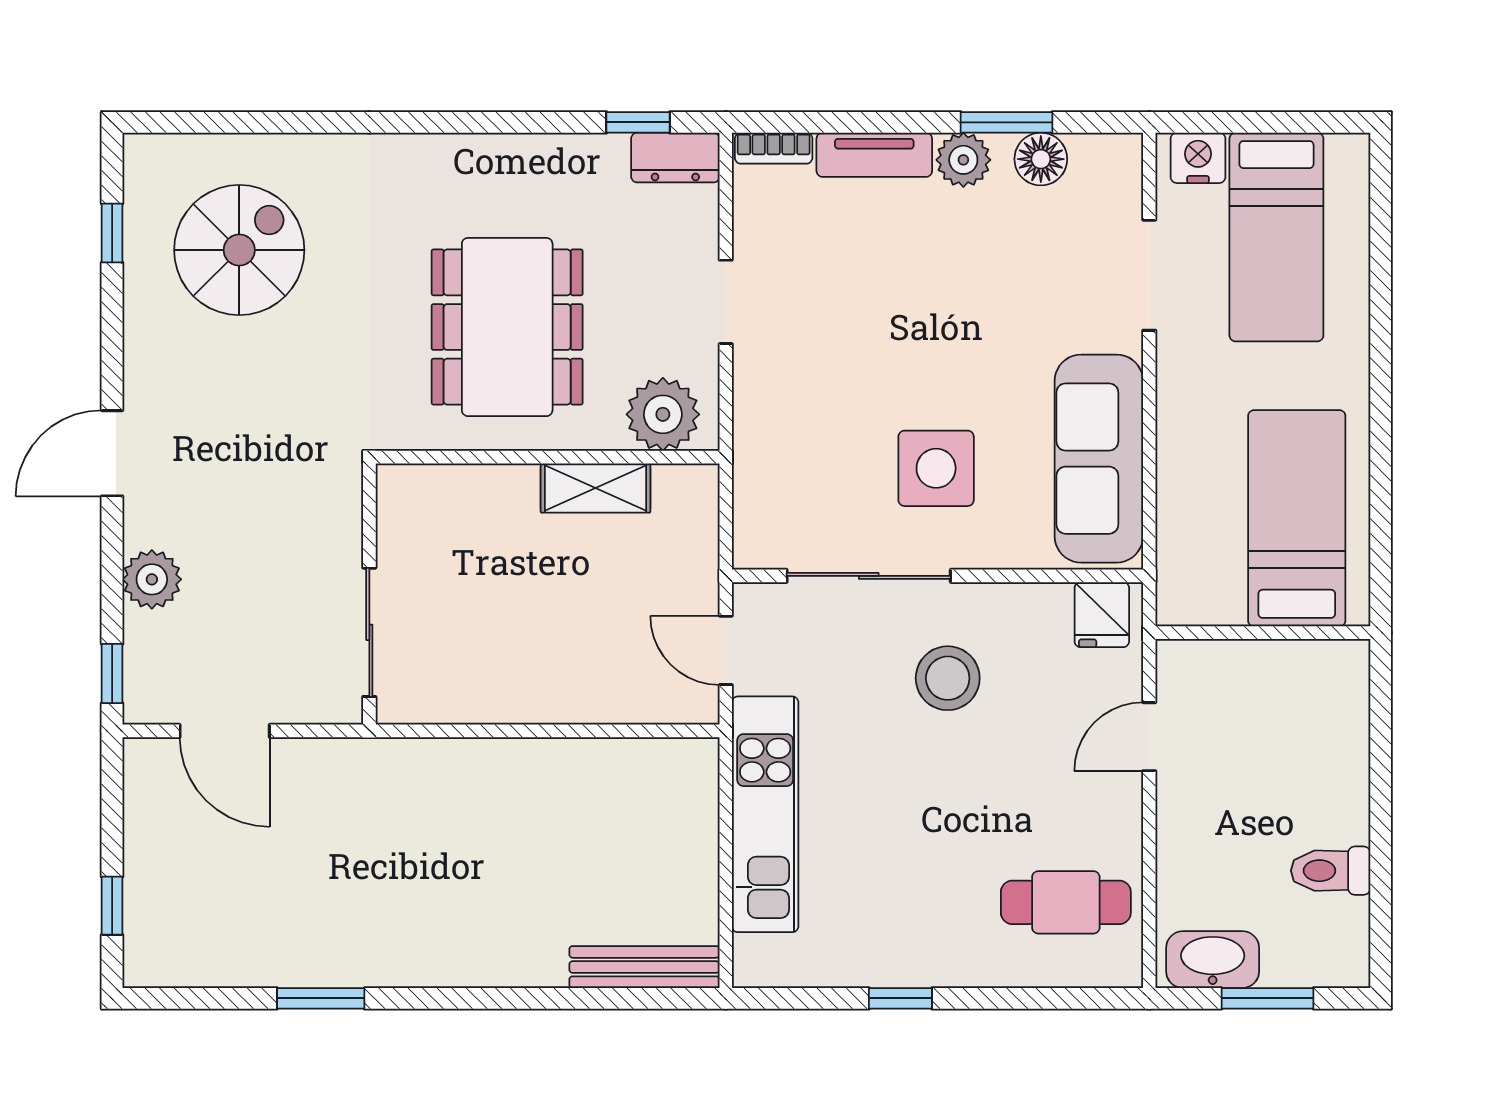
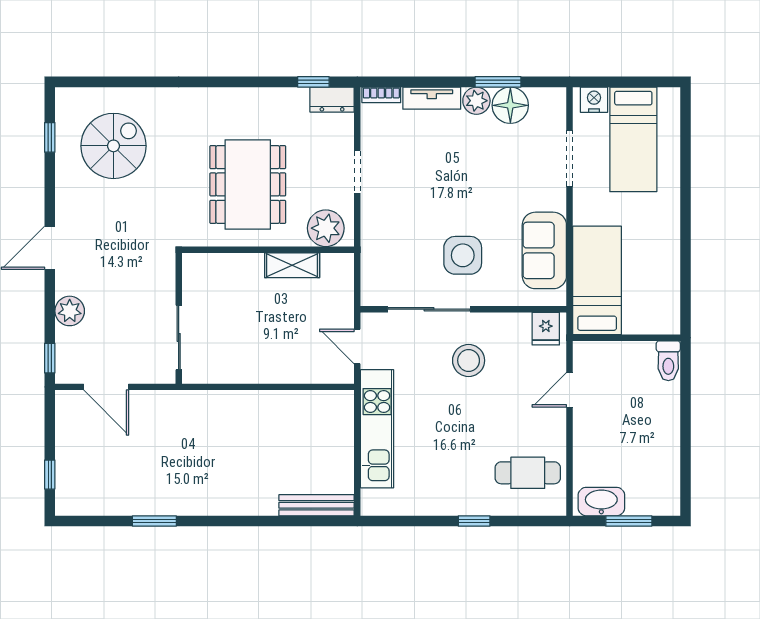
floor lamp: (1041, 159) -> (510, 105), width x1.38, depth x1.38
sofa: (1099, 459) -> (544, 250), width x0.73
bed: (1297, 518) -> (597, 280), moved
toilet: (1331, 871) -> (668, 361), moved, turned -90
window: (900, 998) -> (474, 521), moved

